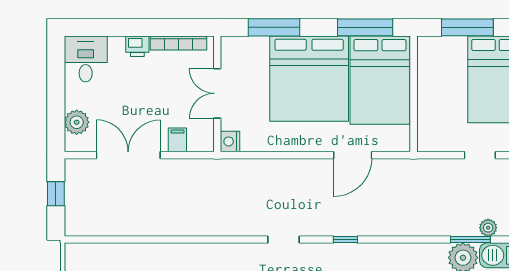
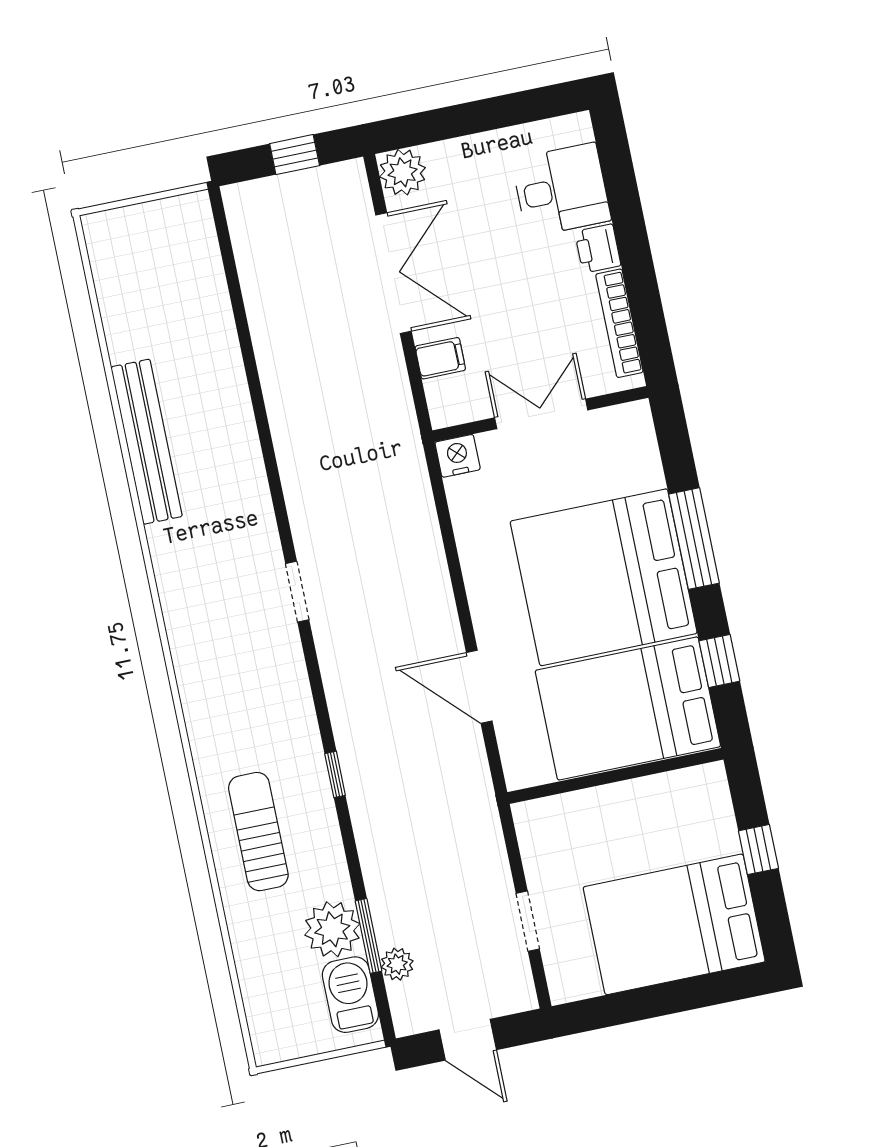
window: (274, 27) -> (694, 539), moved
window: (365, 27) -> (719, 661), width x0.46
window: (467, 27) -> (758, 850), width x0.46
desk: (86, 59) -> (561, 190), moved
plant: (77, 122) -> (403, 172), moved
window: (345, 240) -> (335, 774), moved

